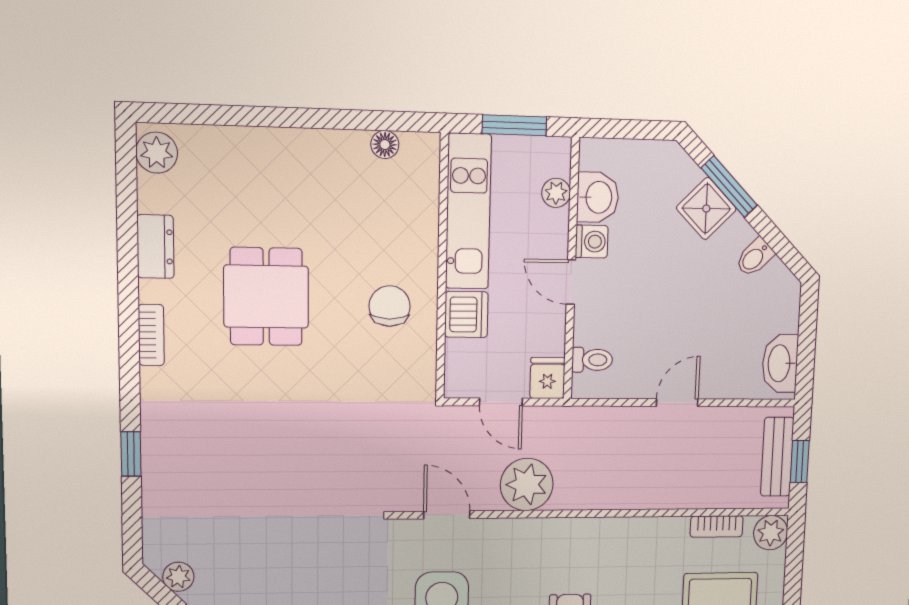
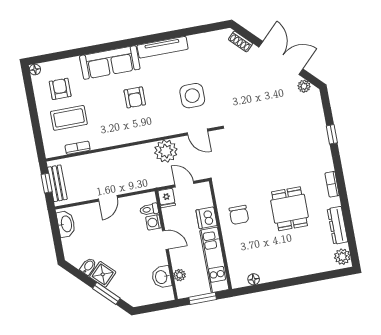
shower: (706, 209) -> (103, 274), moved
washing machine: (592, 242) -> (153, 222), moved
dresser: (155, 247) -> (338, 225), width x1.44
plant: (771, 533) -> (52, 149), removed

